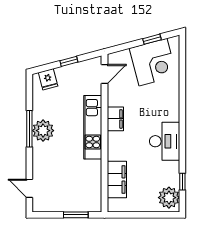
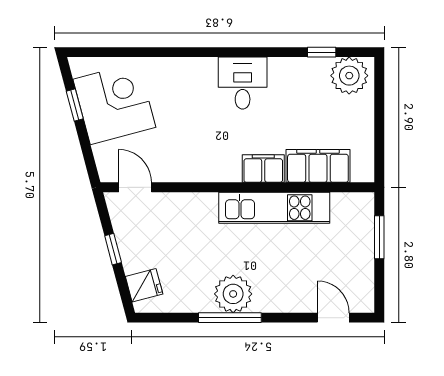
filing cabinet: (115, 119) -> (263, 169), moved
kitchen unit: (93, 127) -> (274, 208), moved
desk: (165, 141) -> (243, 83), width x0.73
door: (29, 188) -> (333, 318), swing flipped

